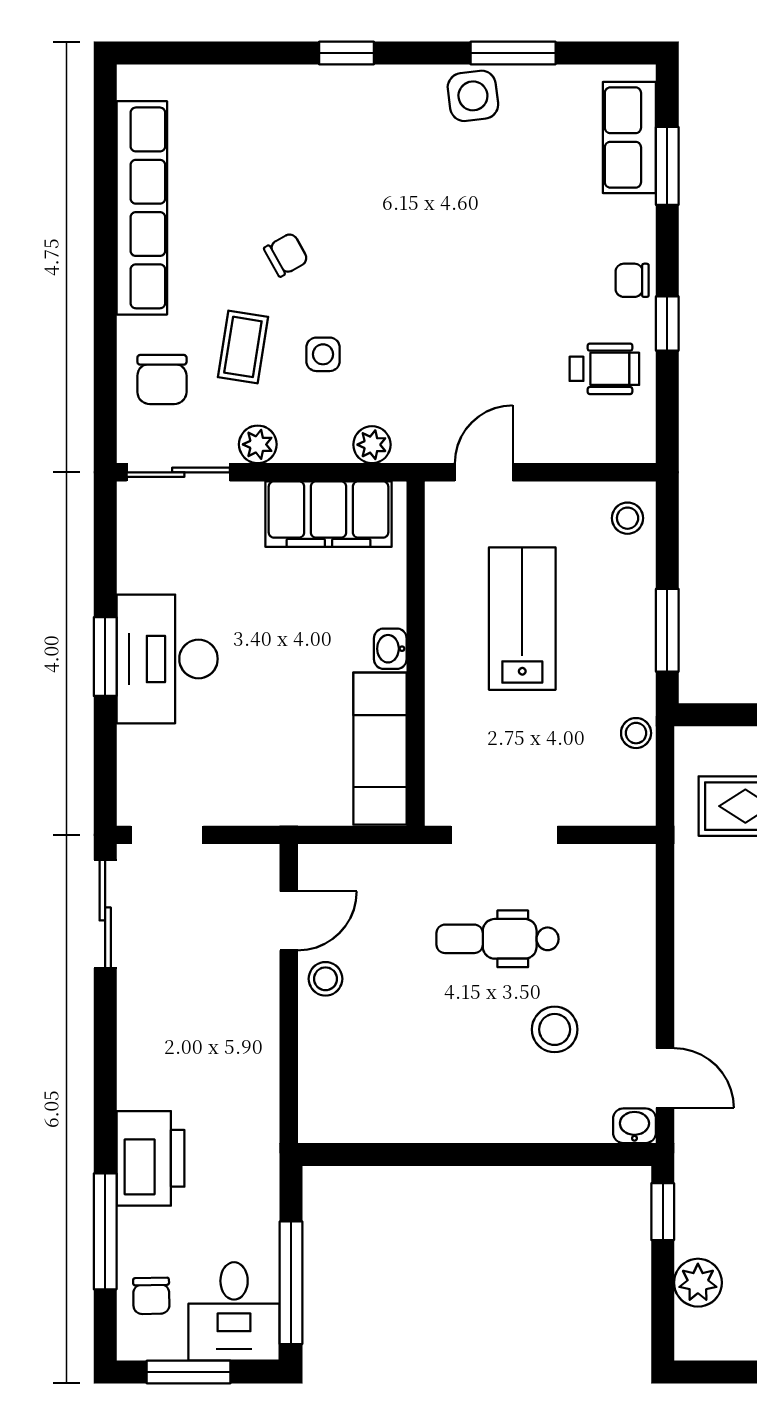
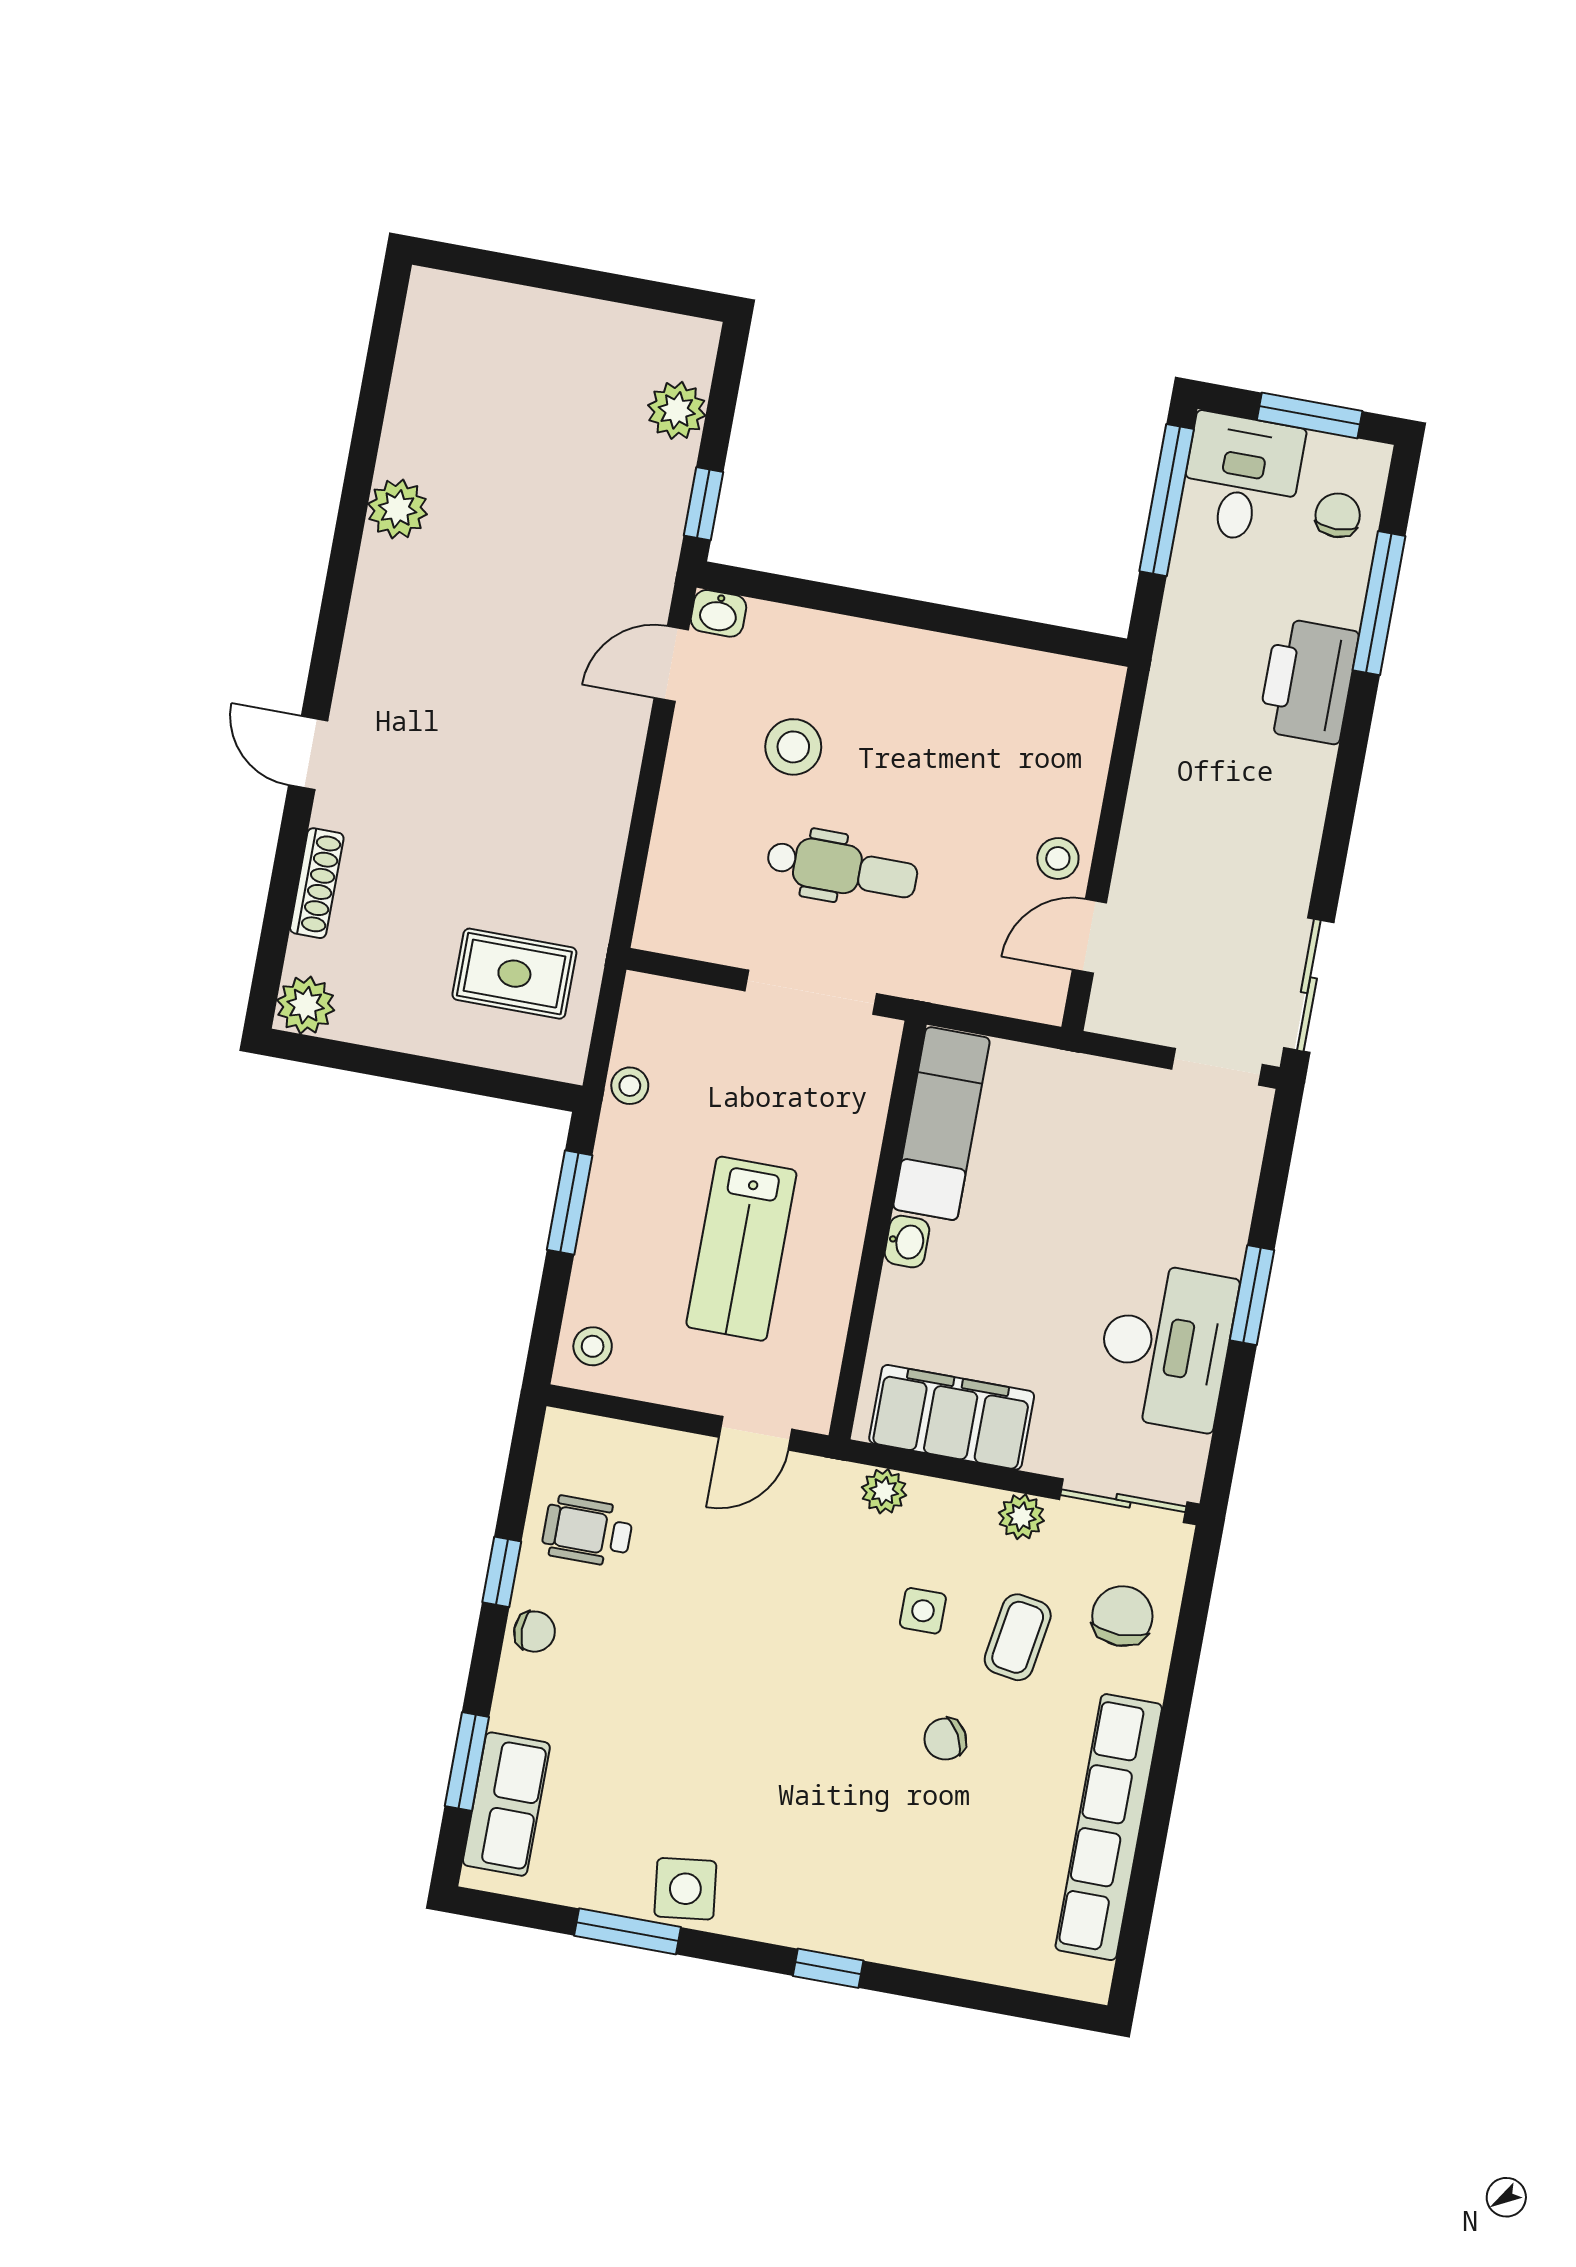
desk: (167, 659) -> (1166, 1346), moved
door: (665, 1078) -> (671, 664), hinge flipped

